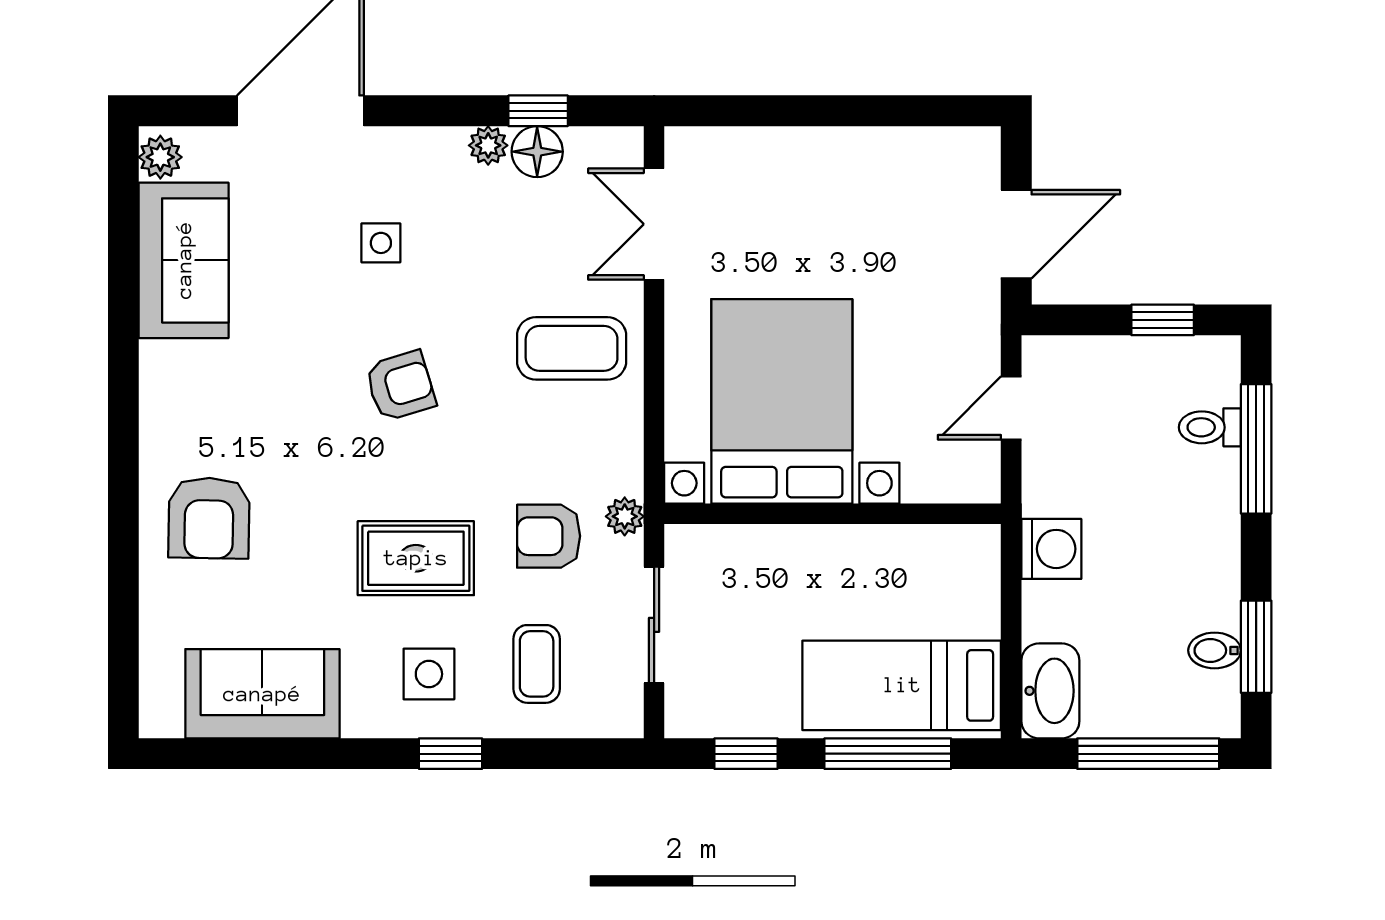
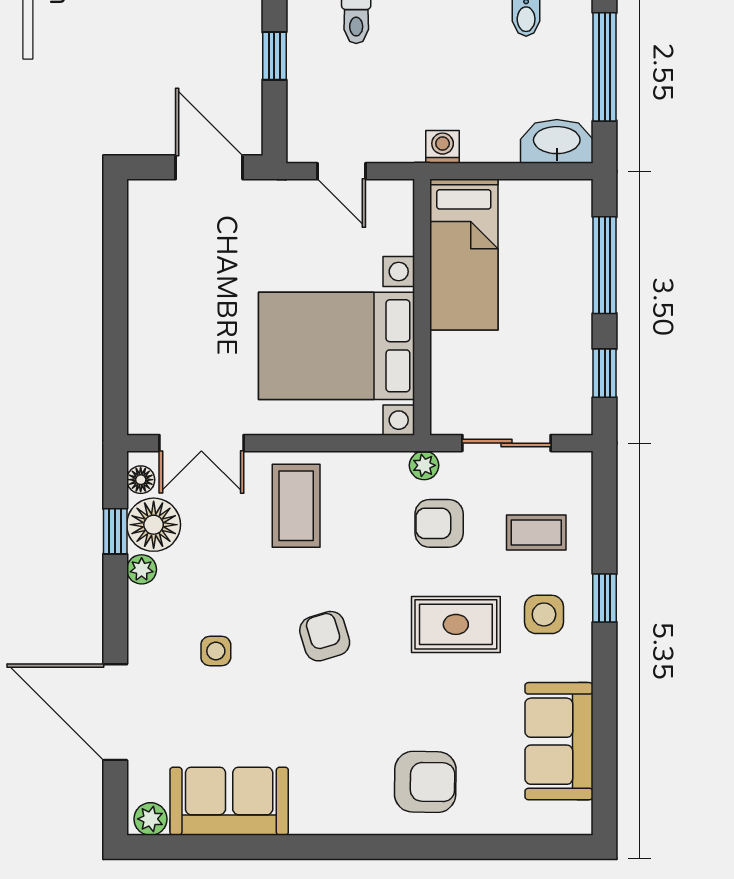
floor lamp: (606, 144) -> (141, 480), added
floor lamp: (537, 152) -> (154, 525), width x1.38, depth x1.38
armchair: (549, 536) -> (439, 523), turned 90
washing machine: (1051, 549) -> (443, 147), width x0.73, depth x0.73
rug: (416, 558) -> (456, 624), turned 90
bed: (902, 685) -> (464, 255), moved

